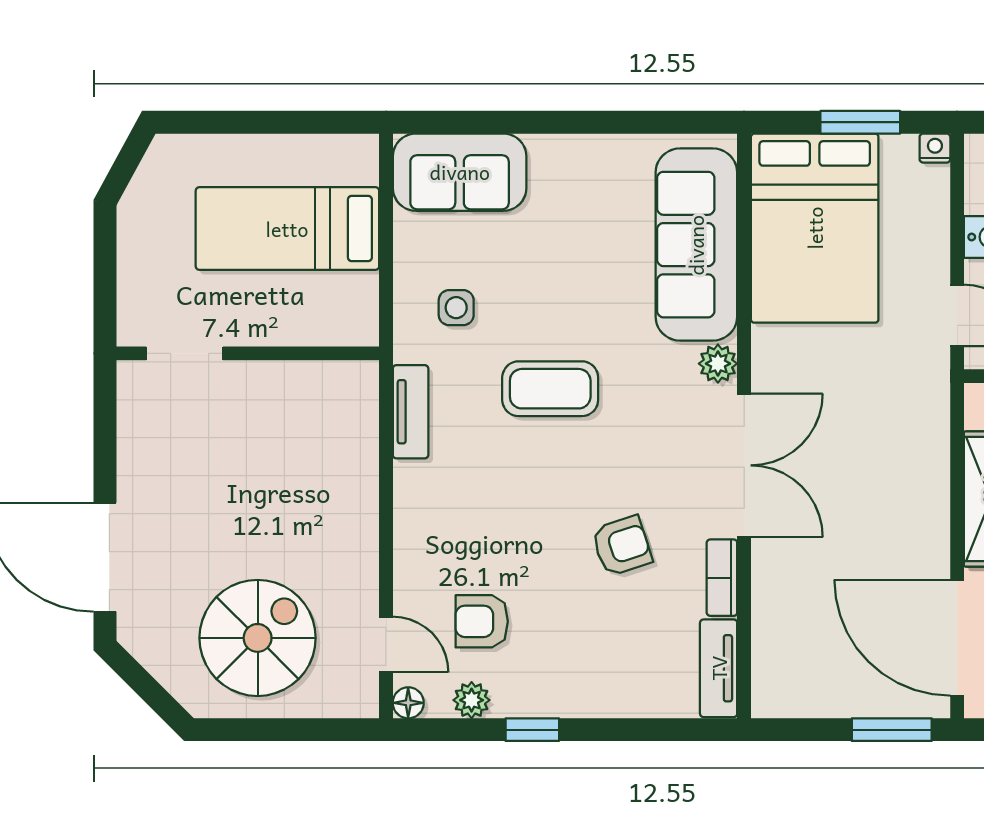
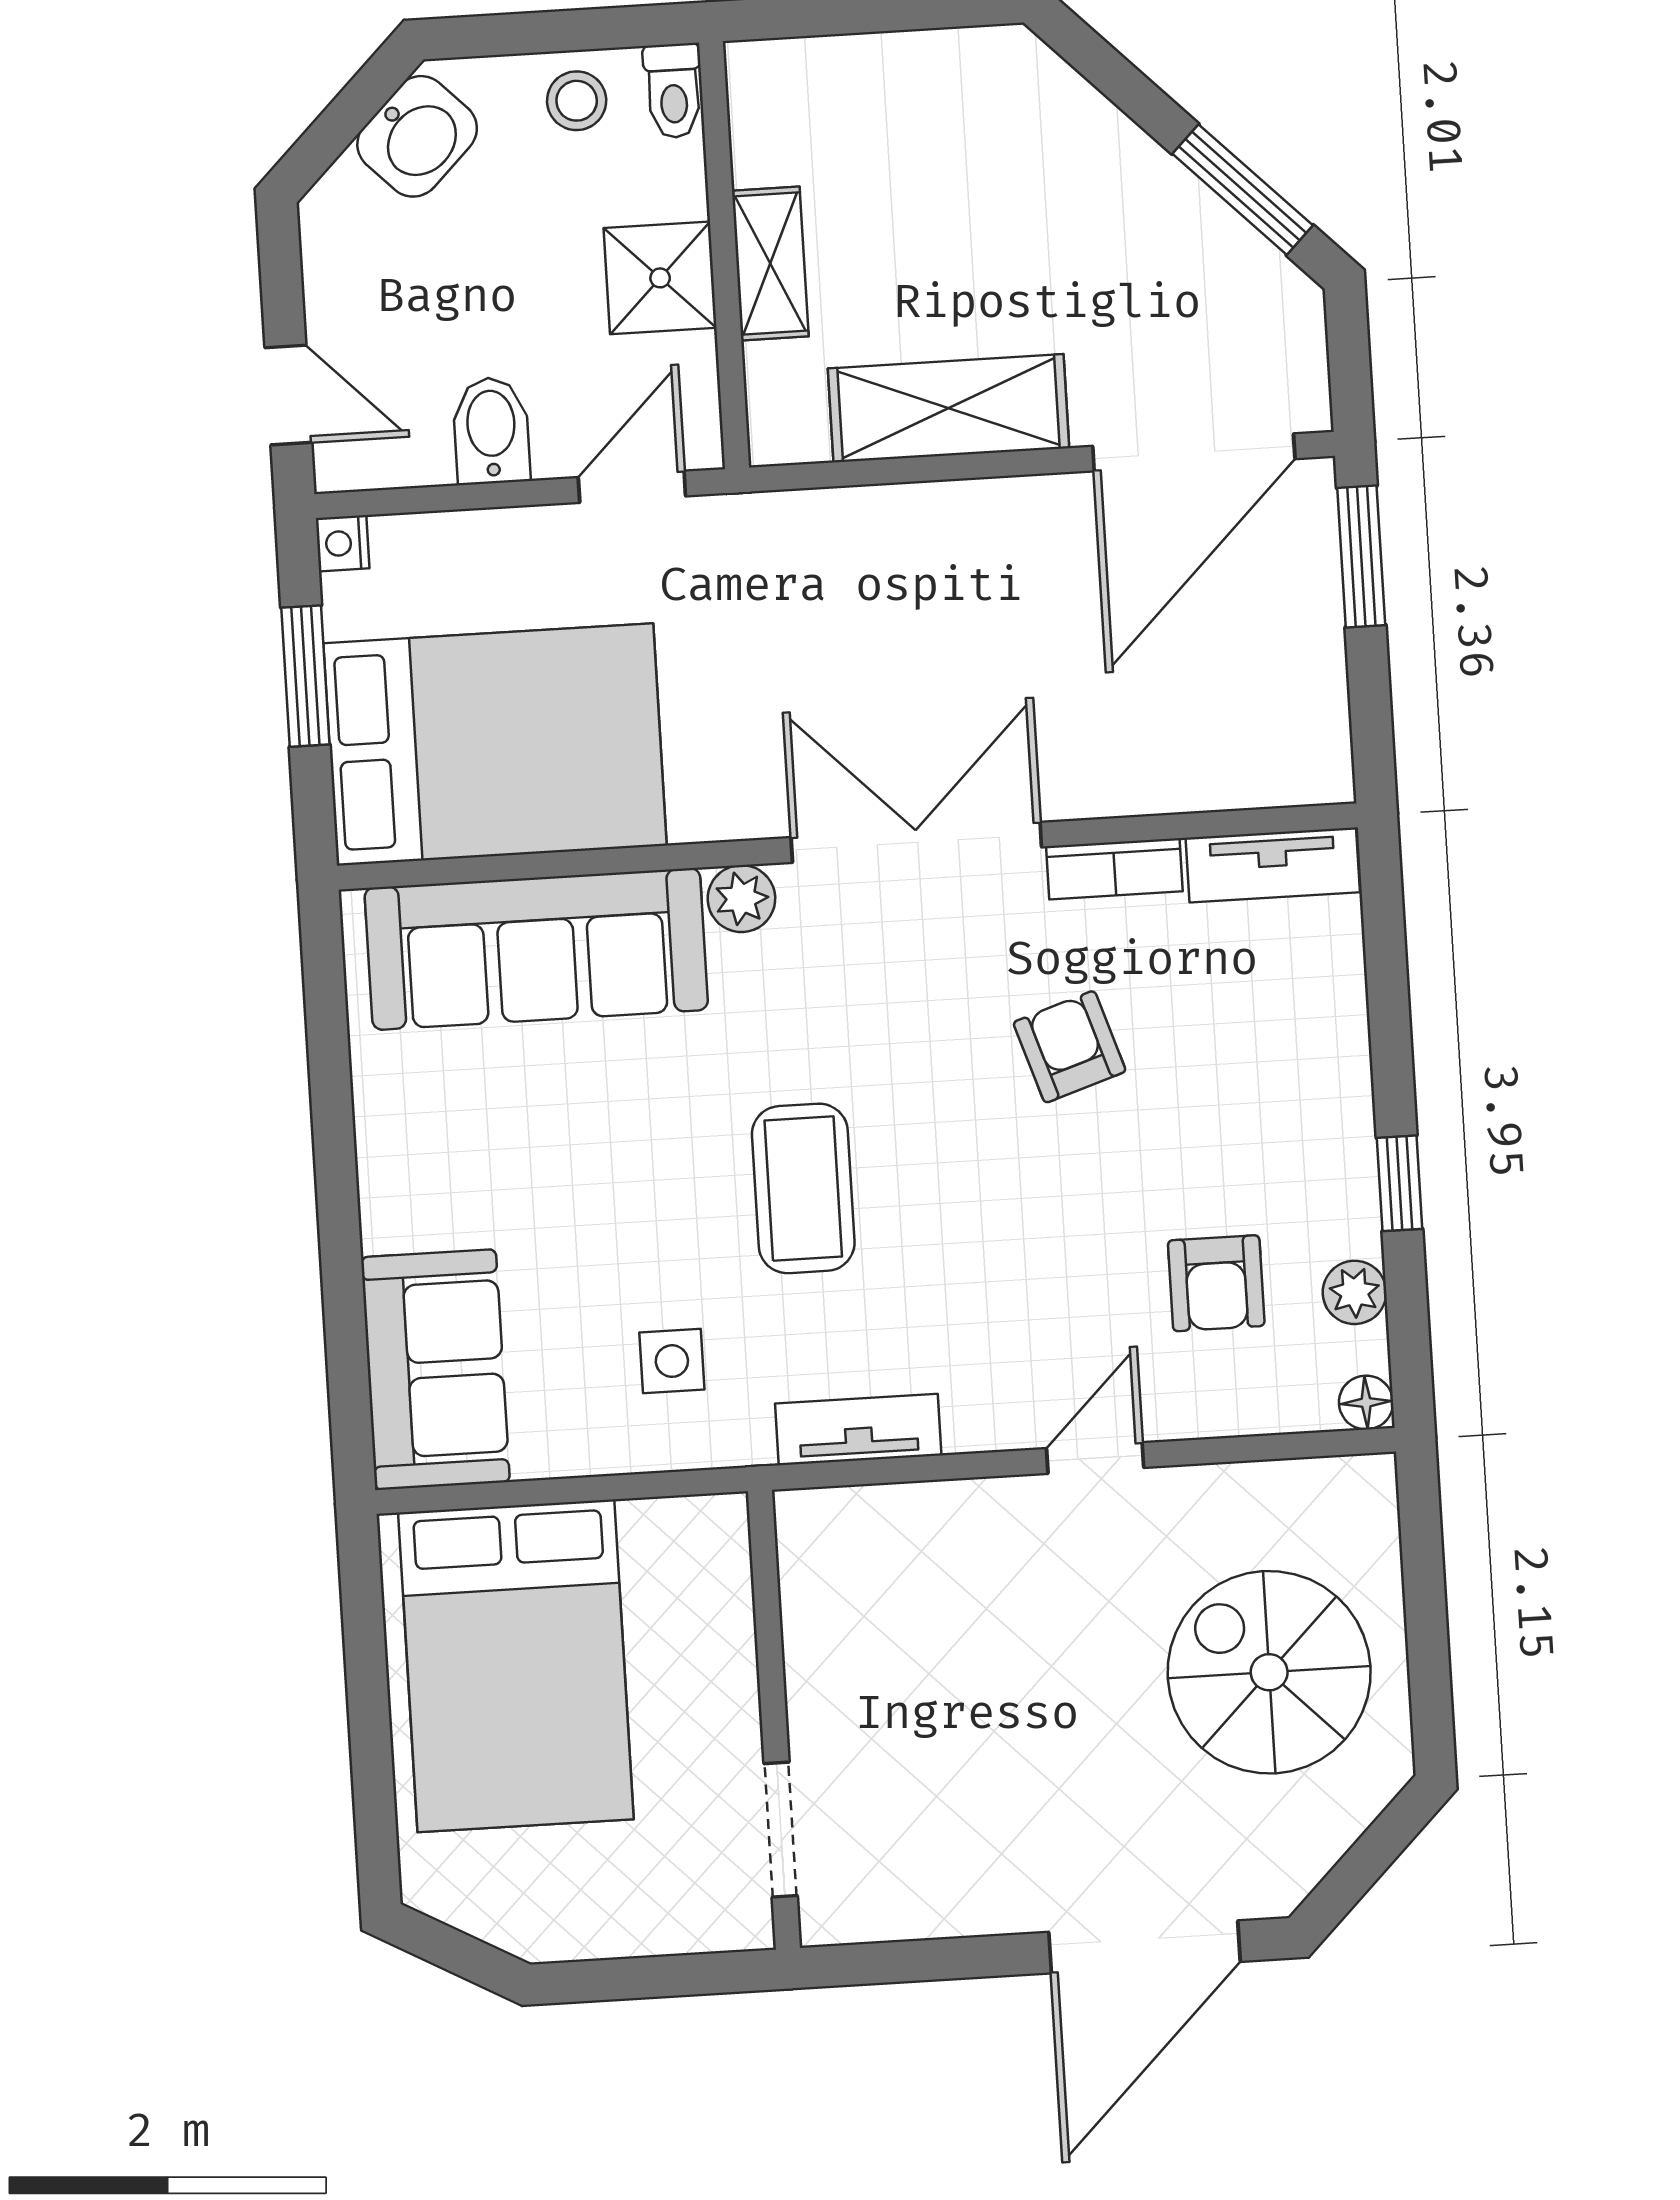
bed: (287, 229) -> (516, 1666), width x1.50
door: (386, 644) -> (1095, 1458), moved

